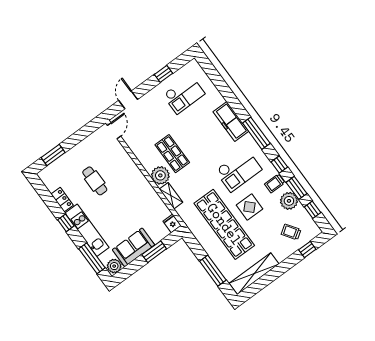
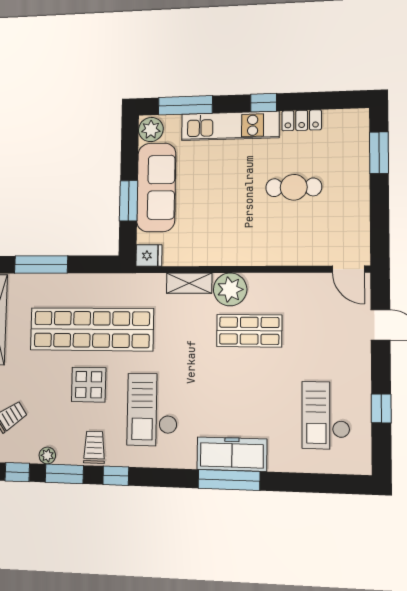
window: (256, 133) -> (229, 480), moved
plant: (289, 201) -> (47, 455), width x0.53, depth x0.53
sofa: (133, 247) -> (156, 187), width x1.36

